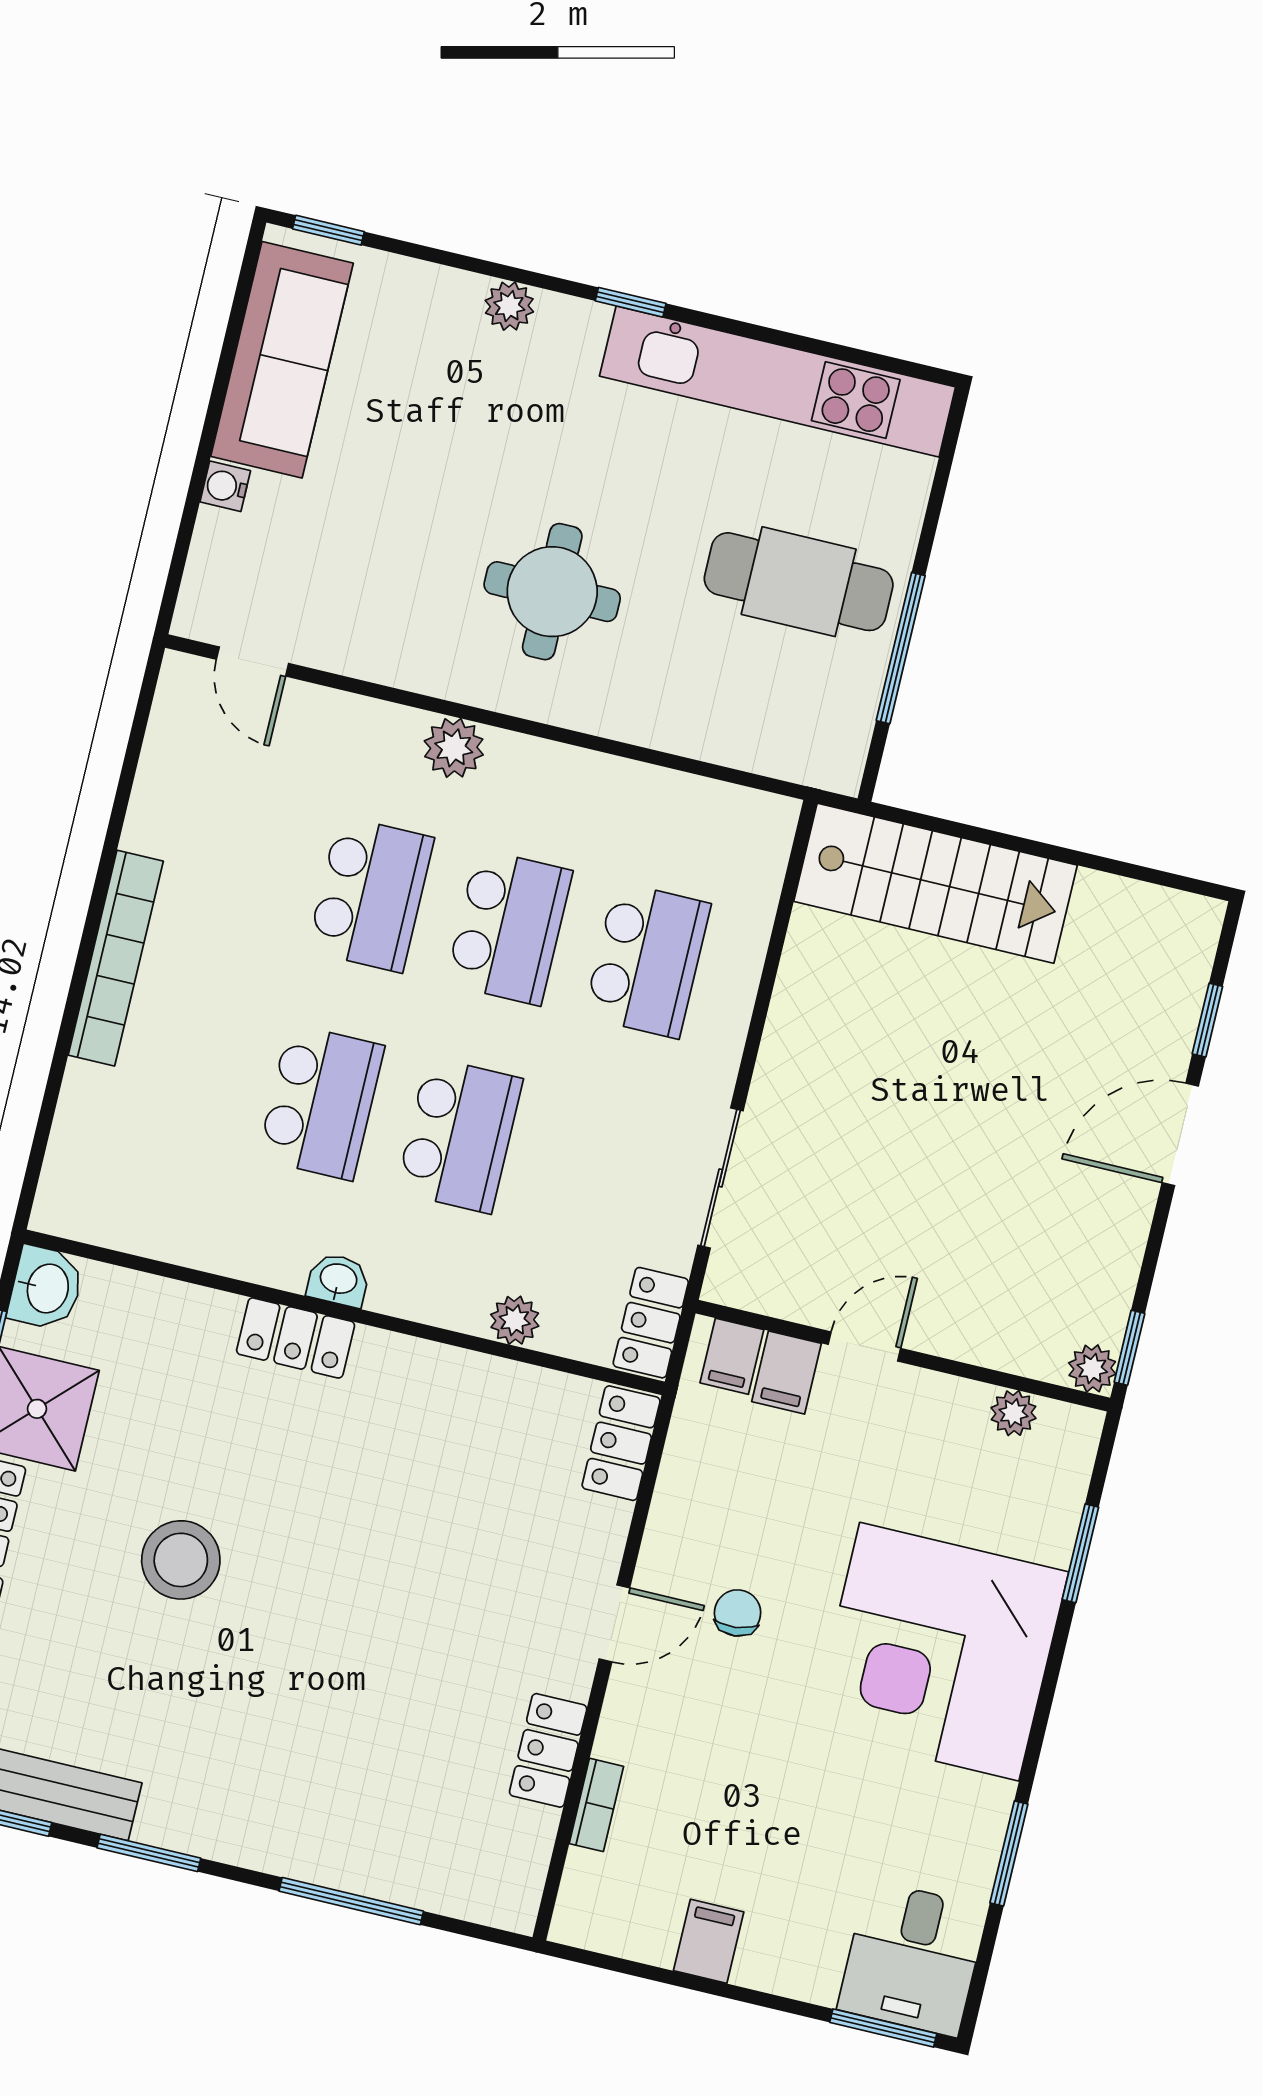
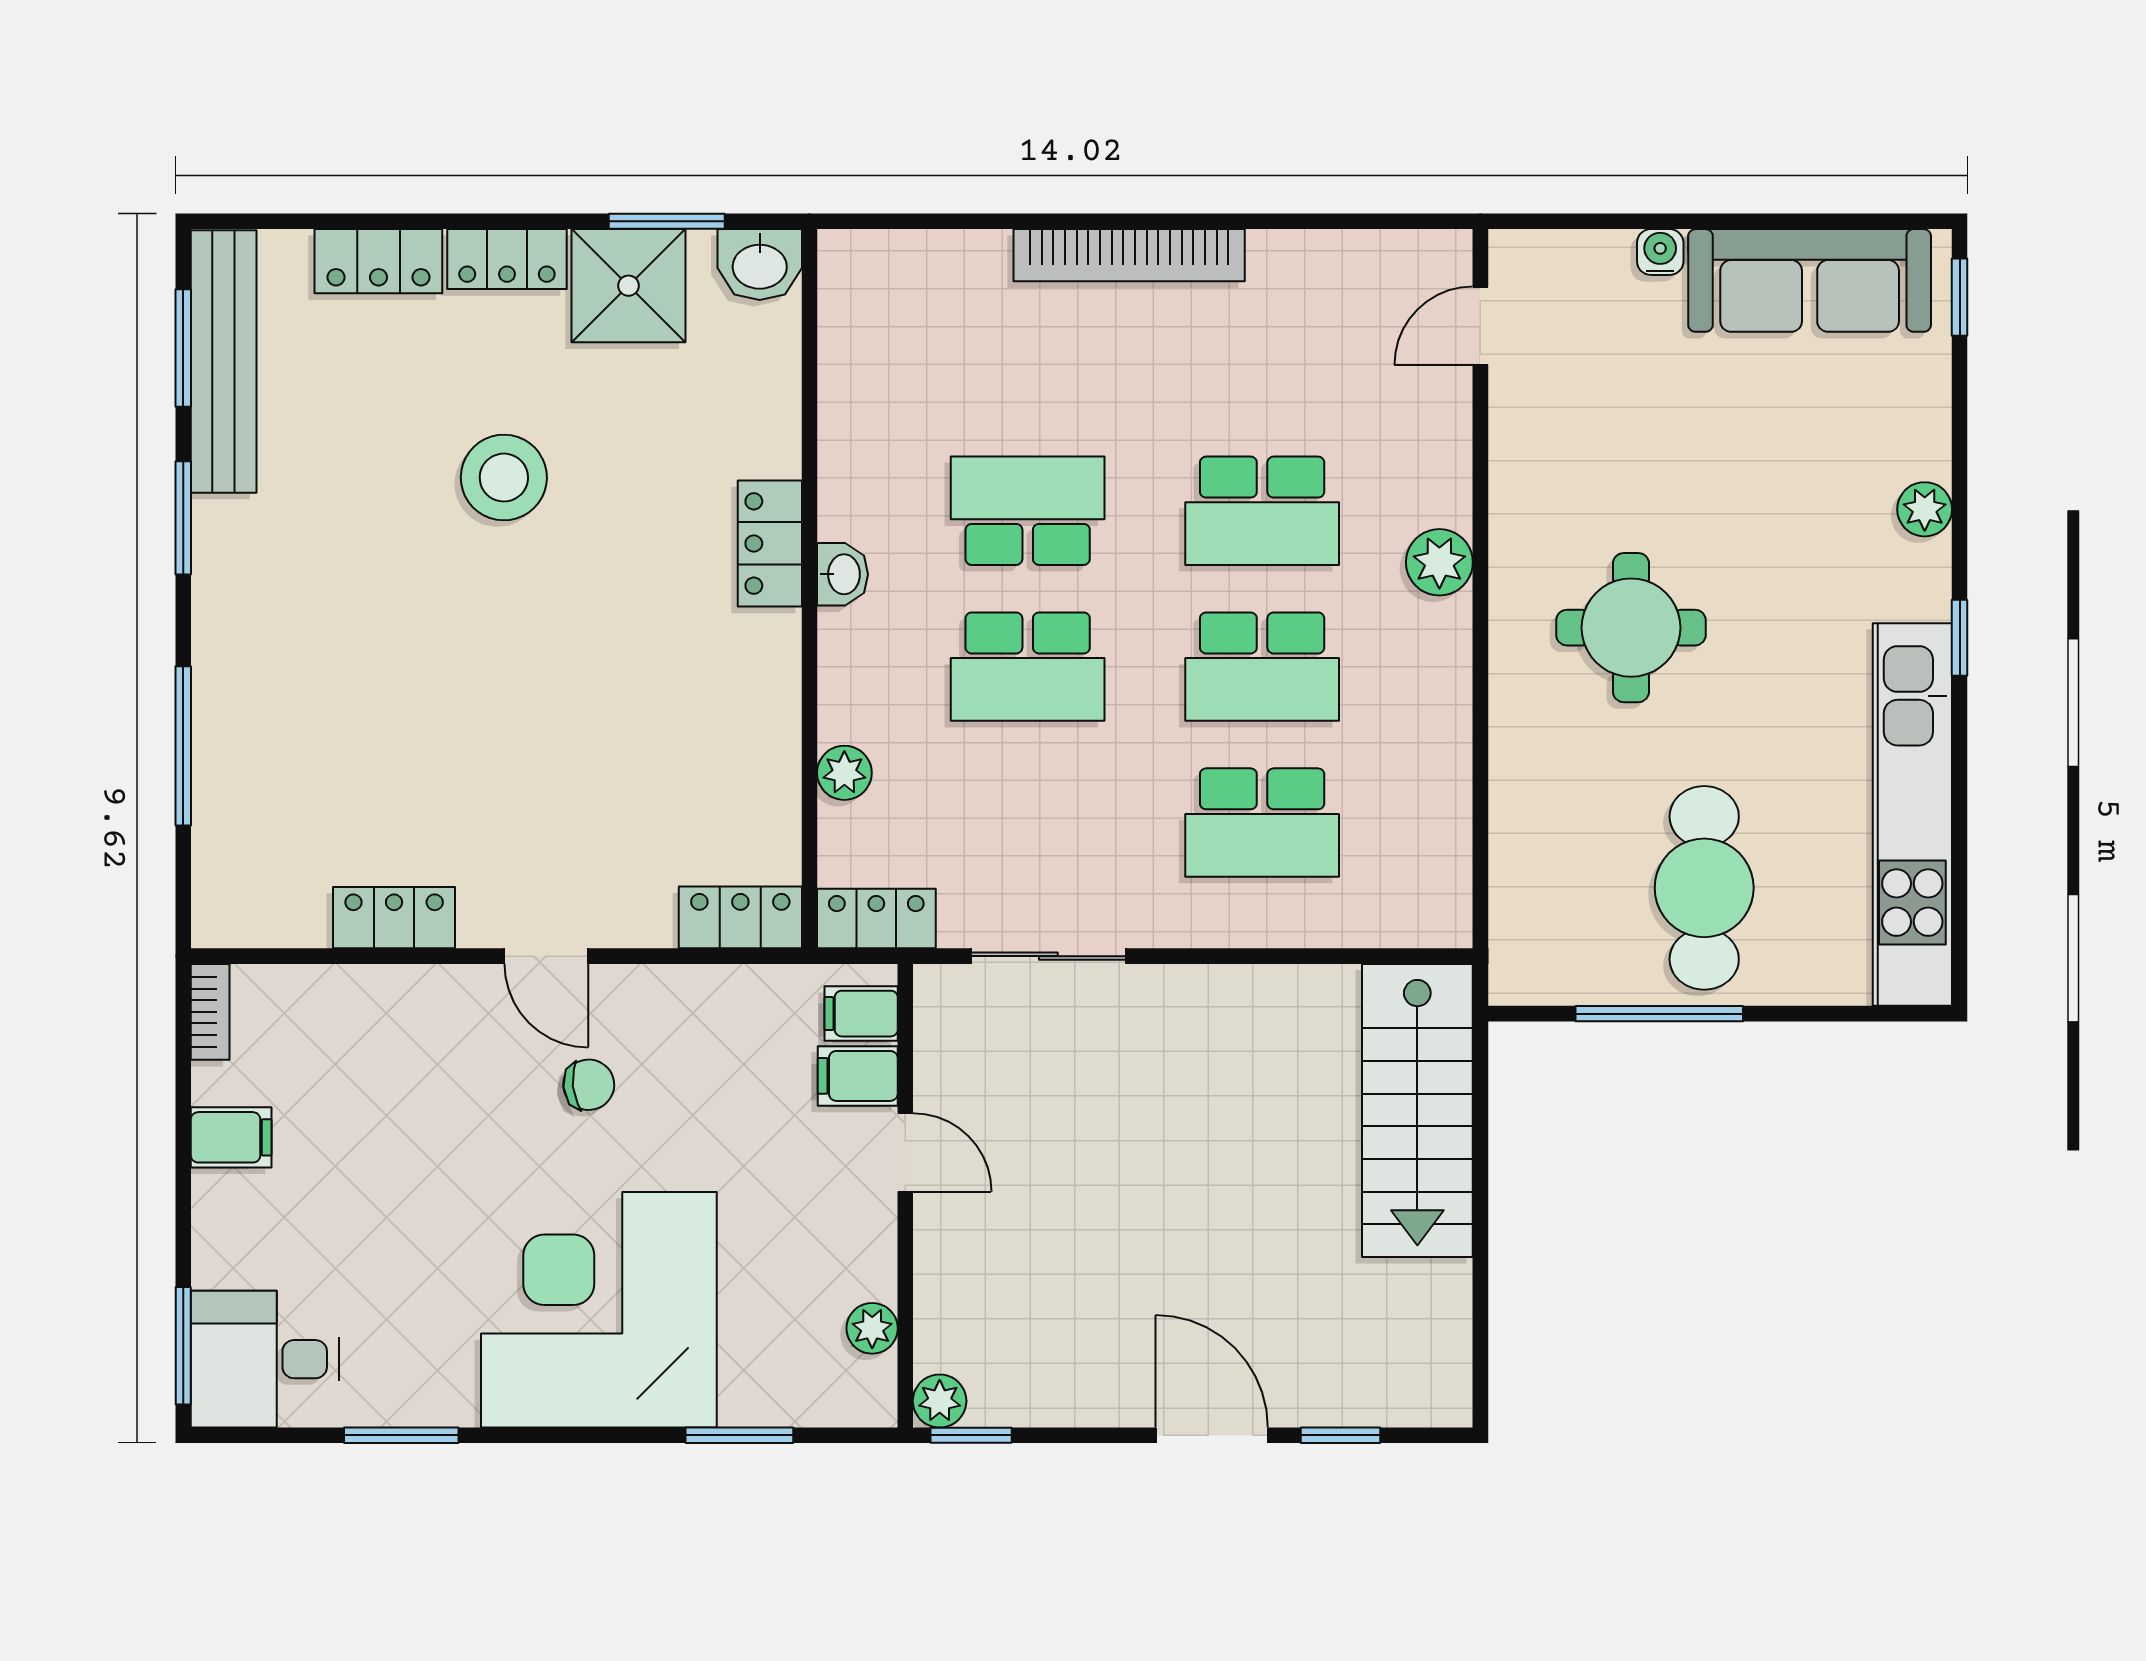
school desk: (321, 1102) -> (1028, 511), turned 180
bookcase: (596, 1805) -> (210, 1012), moved, turned -90

